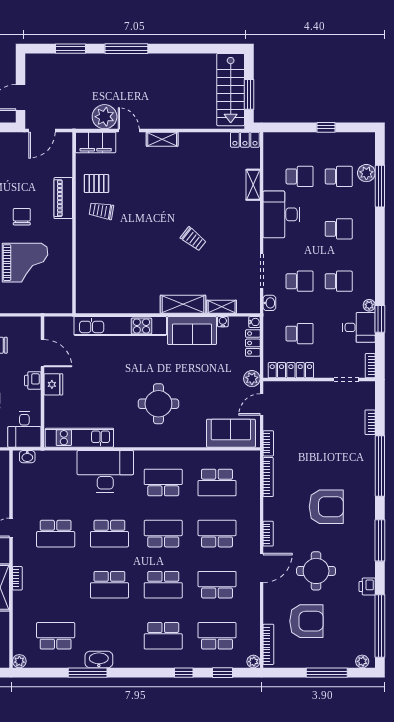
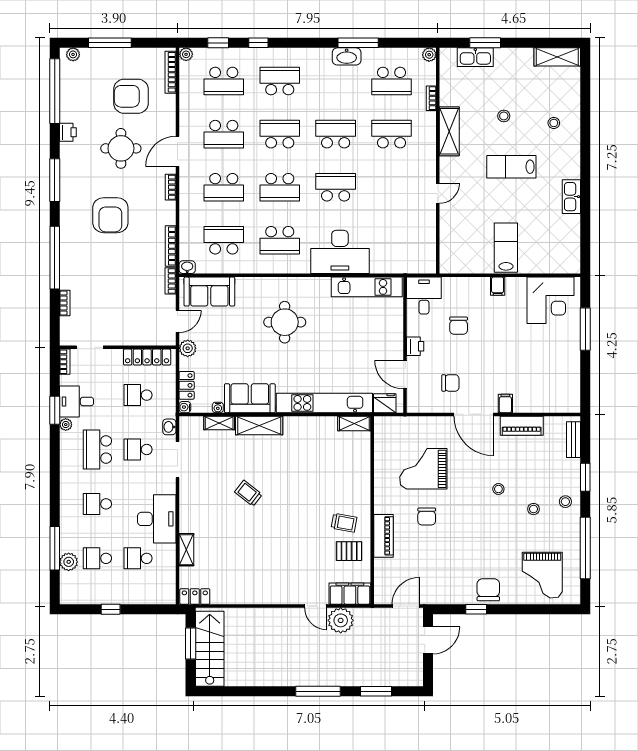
shelving: (162, 139) -> (354, 423), moved
school desk: (339, 281) -> (97, 449), width x1.85
fridge: (53, 384) -> (385, 403), moved, turned 90
washbasin: (27, 457) -> (187, 267), moved
armchair: (326, 507) -> (110, 215), turned -90
school desk: (56, 534) -> (392, 134), moved
bookcase: (17, 578) -> (431, 98), moved

